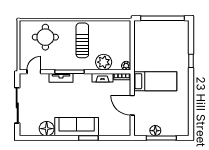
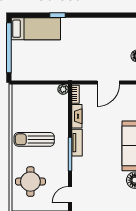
plant: (104, 62) -> (59, 115), removed
door: (34, 72) -> (70, 195), hinge flipped
tv unit: (61, 78) -> (77, 143), moved
bed: (155, 81) -> (36, 29), moved, turned 90

